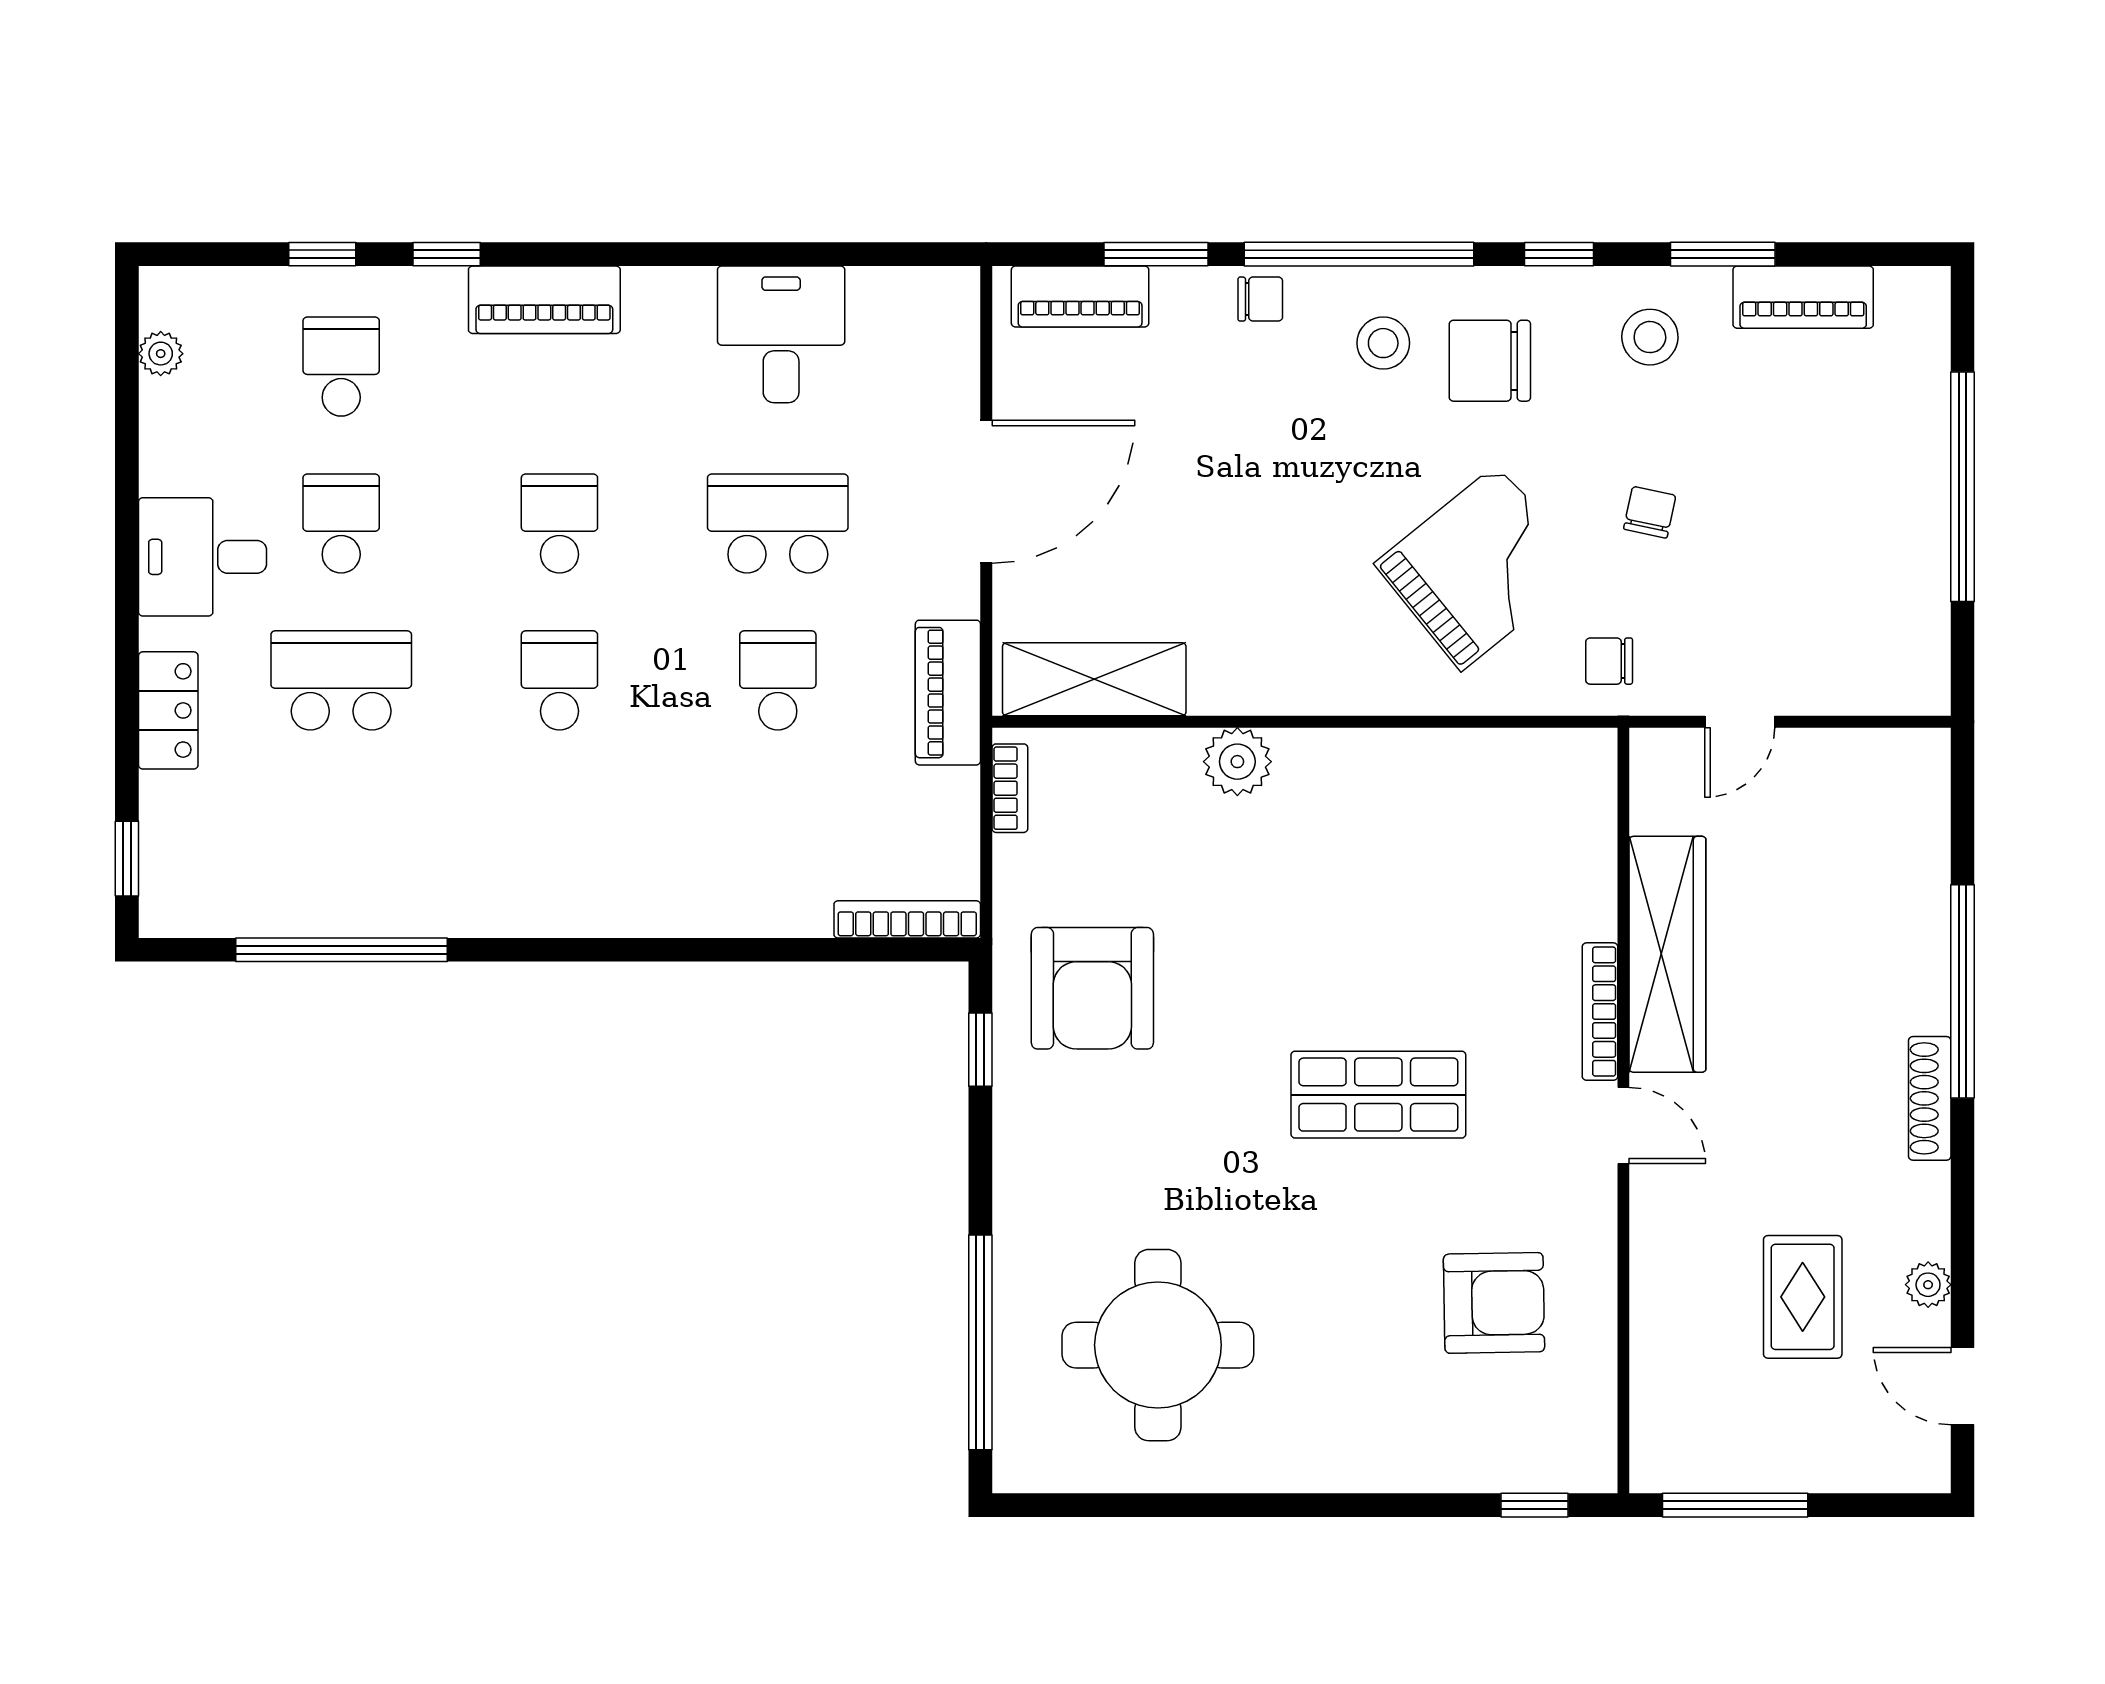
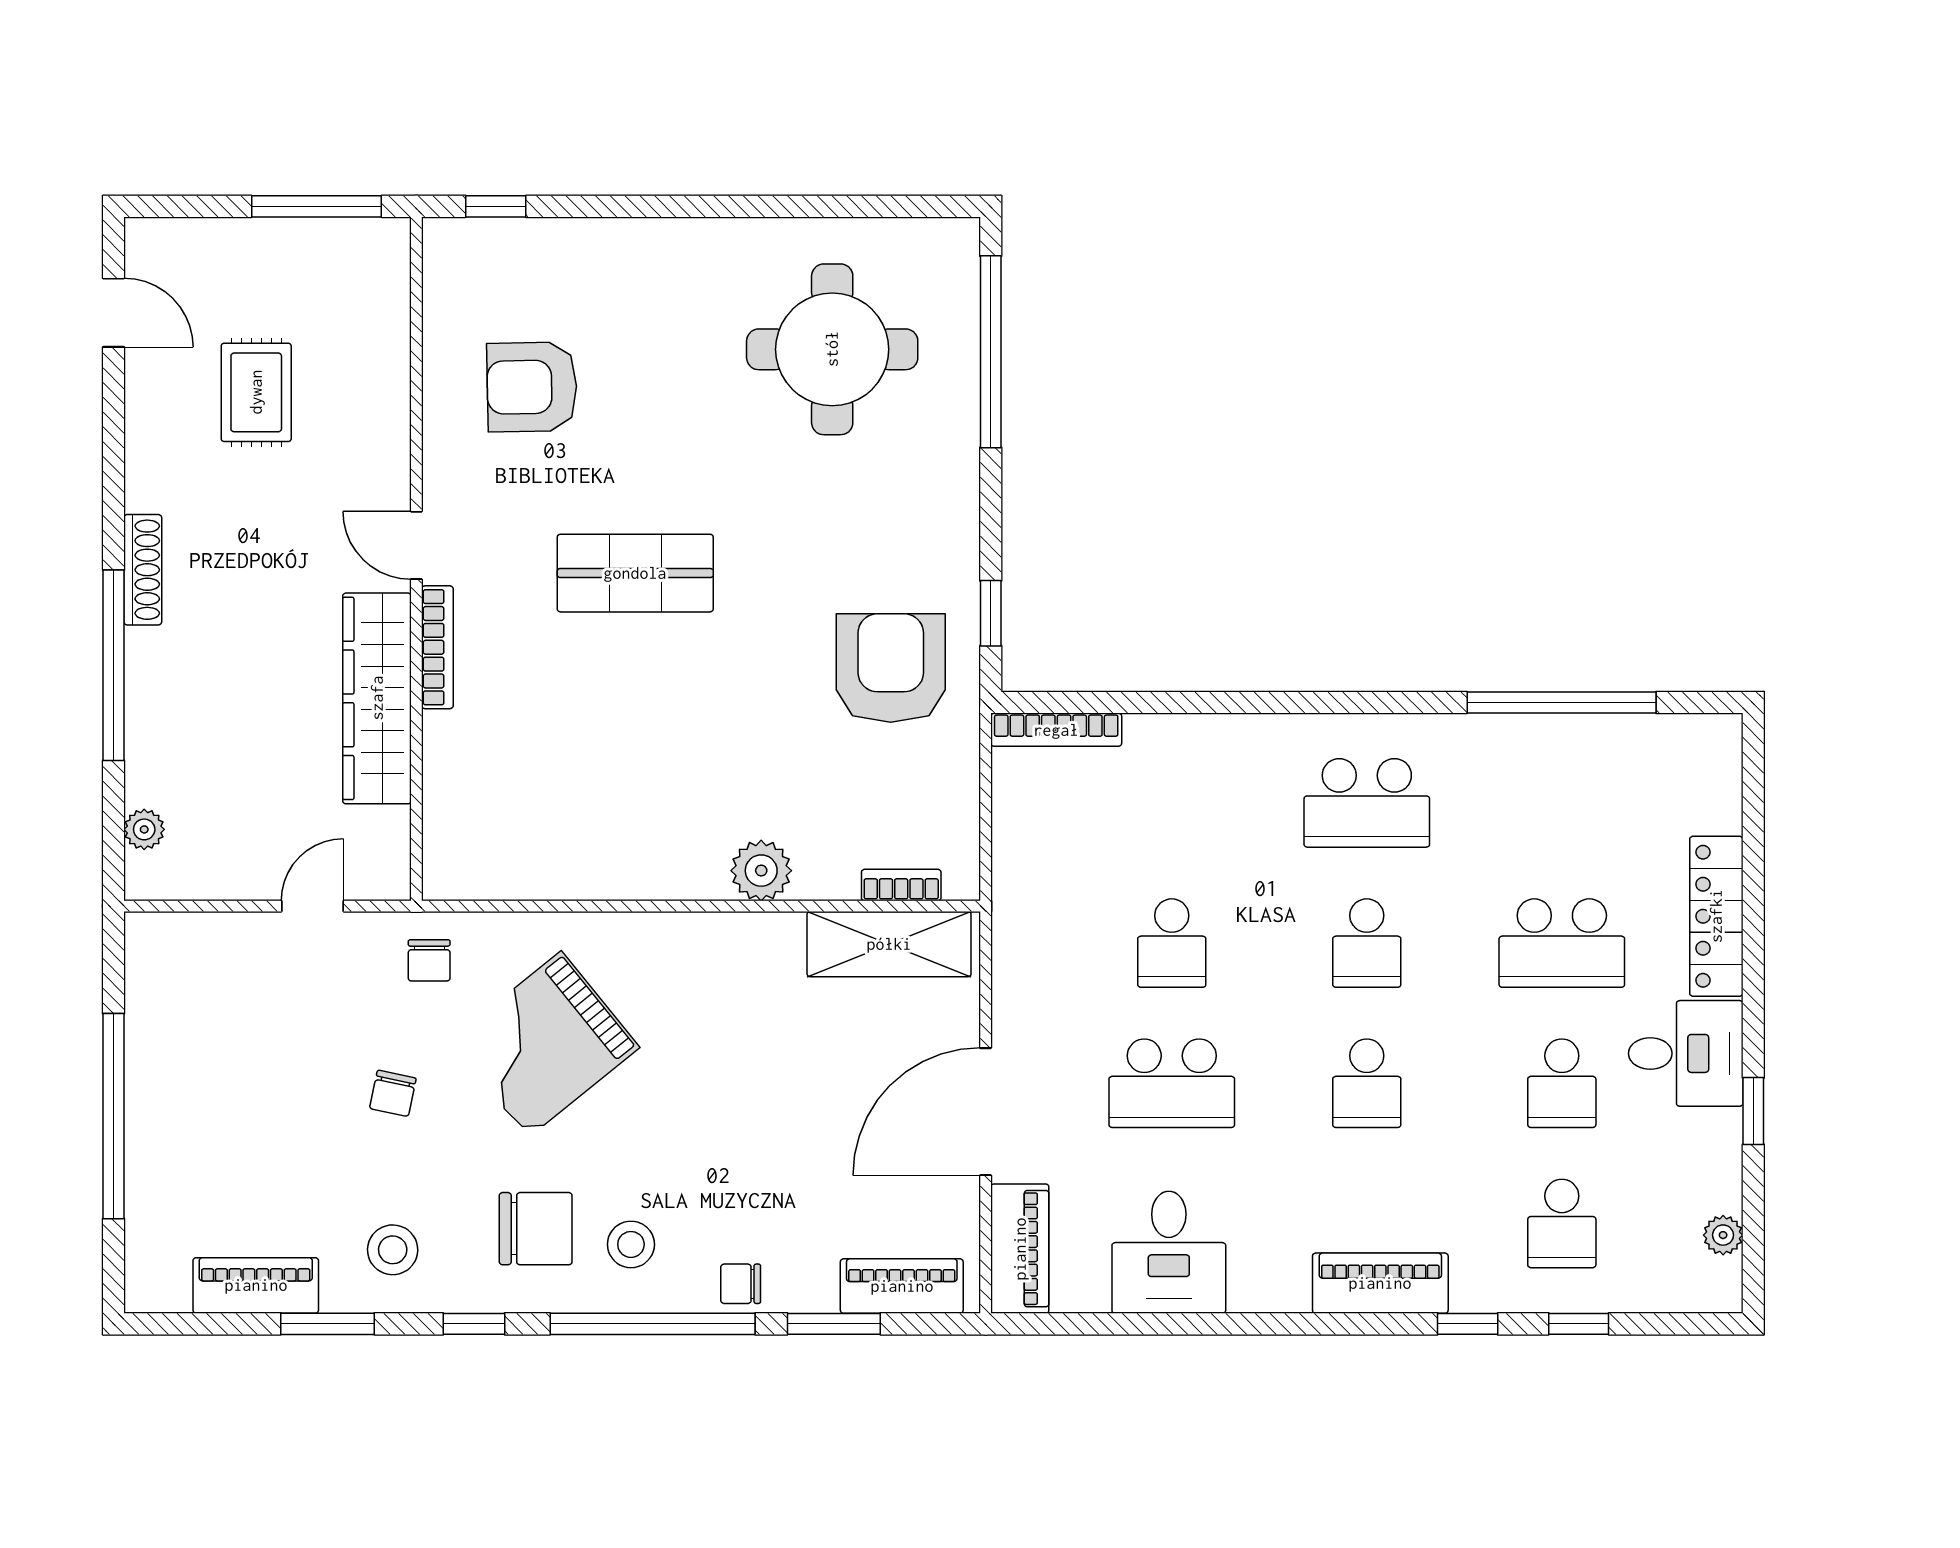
chair: (1609, 661) -> (429, 960), turned 90
piano: (948, 693) -> (1020, 1249), moved
locker: (168, 710) -> (1716, 916), width x1.53
bookcase: (1010, 788) -> (901, 885), moved, turned 90
school desk: (559, 837) -> (1367, 803), added
window: (127, 859) -> (1753, 1111), moved
plant: (1928, 1285) -> (144, 829), moved

